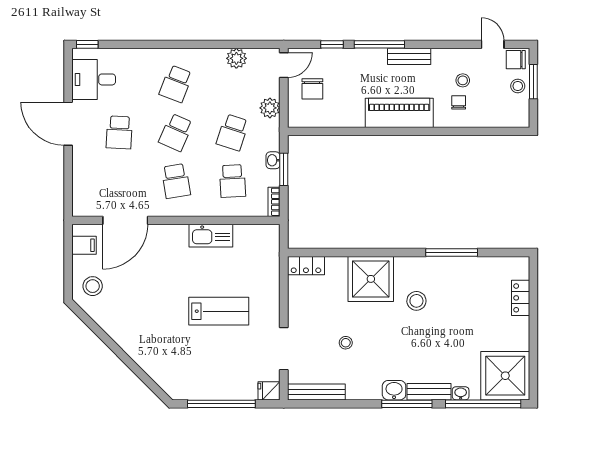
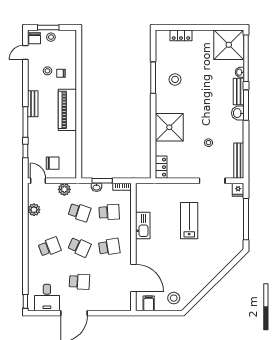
school desk: (176, 84) -> (50, 247), turned -42
stool: (416, 301) -> (175, 79), moved

